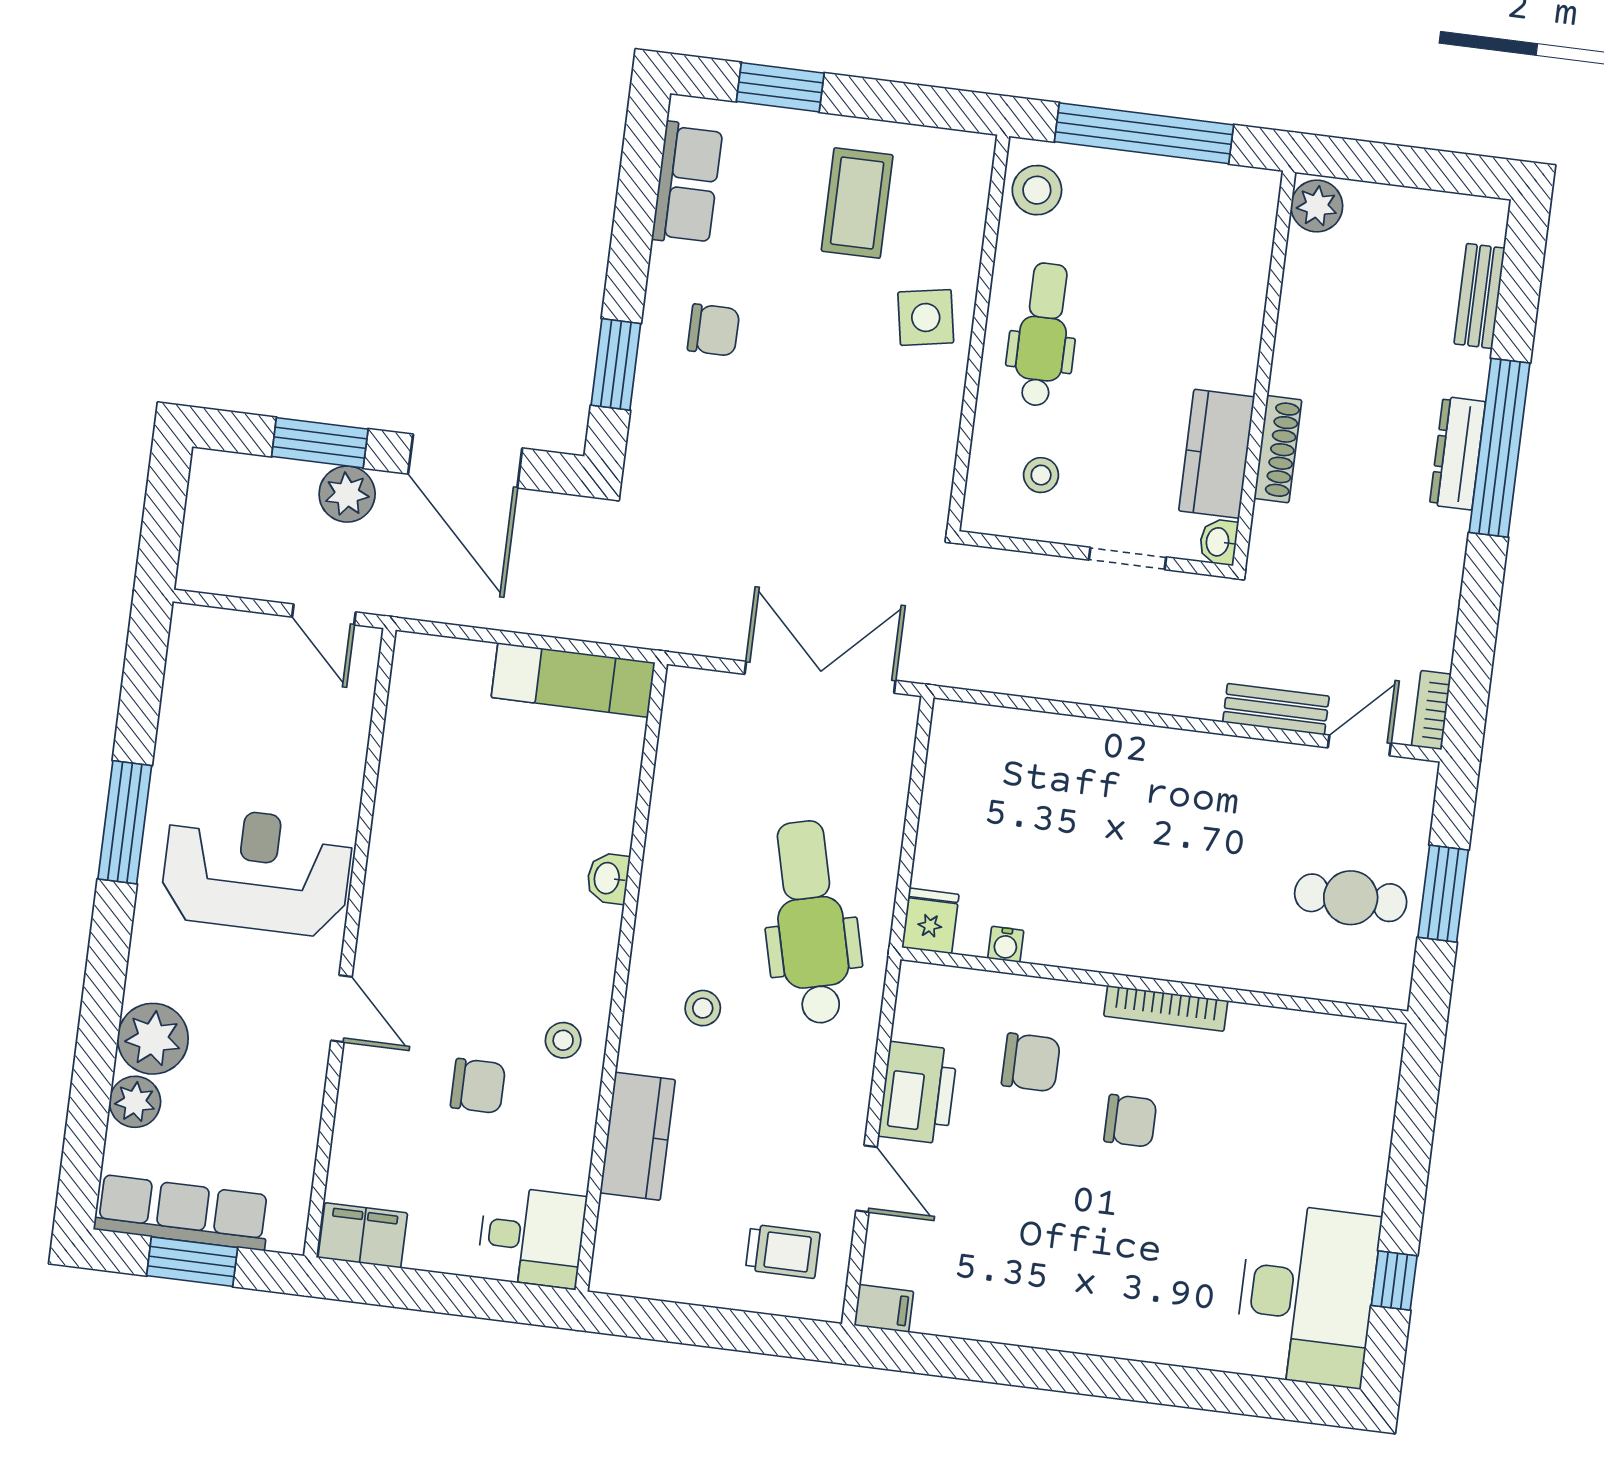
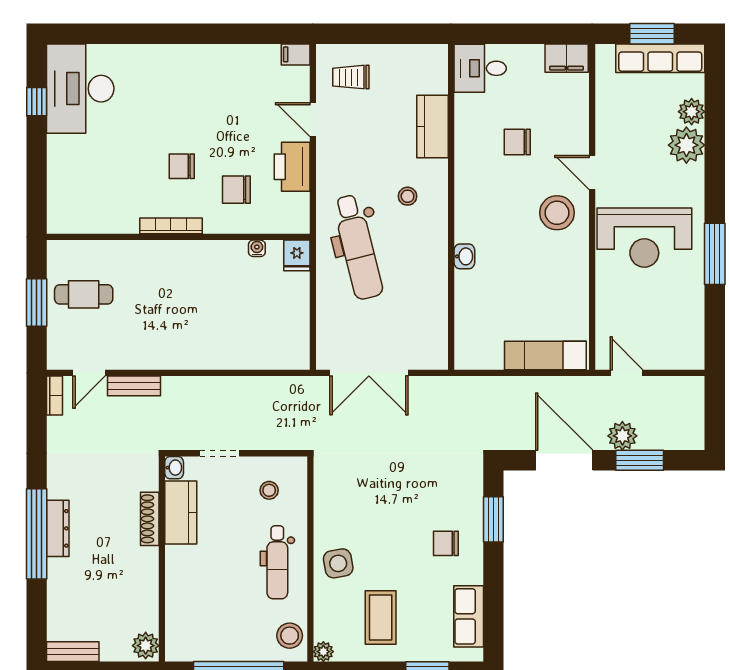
plant: (976, 151) -> (323, 652), added
bench: (1479, 296) -> (73, 652), moved, turned 90
exam couch: (573, 680) -> (545, 355), moved
stool: (563, 1040) -> (557, 213), moved, width x1.89, depth x1.89

